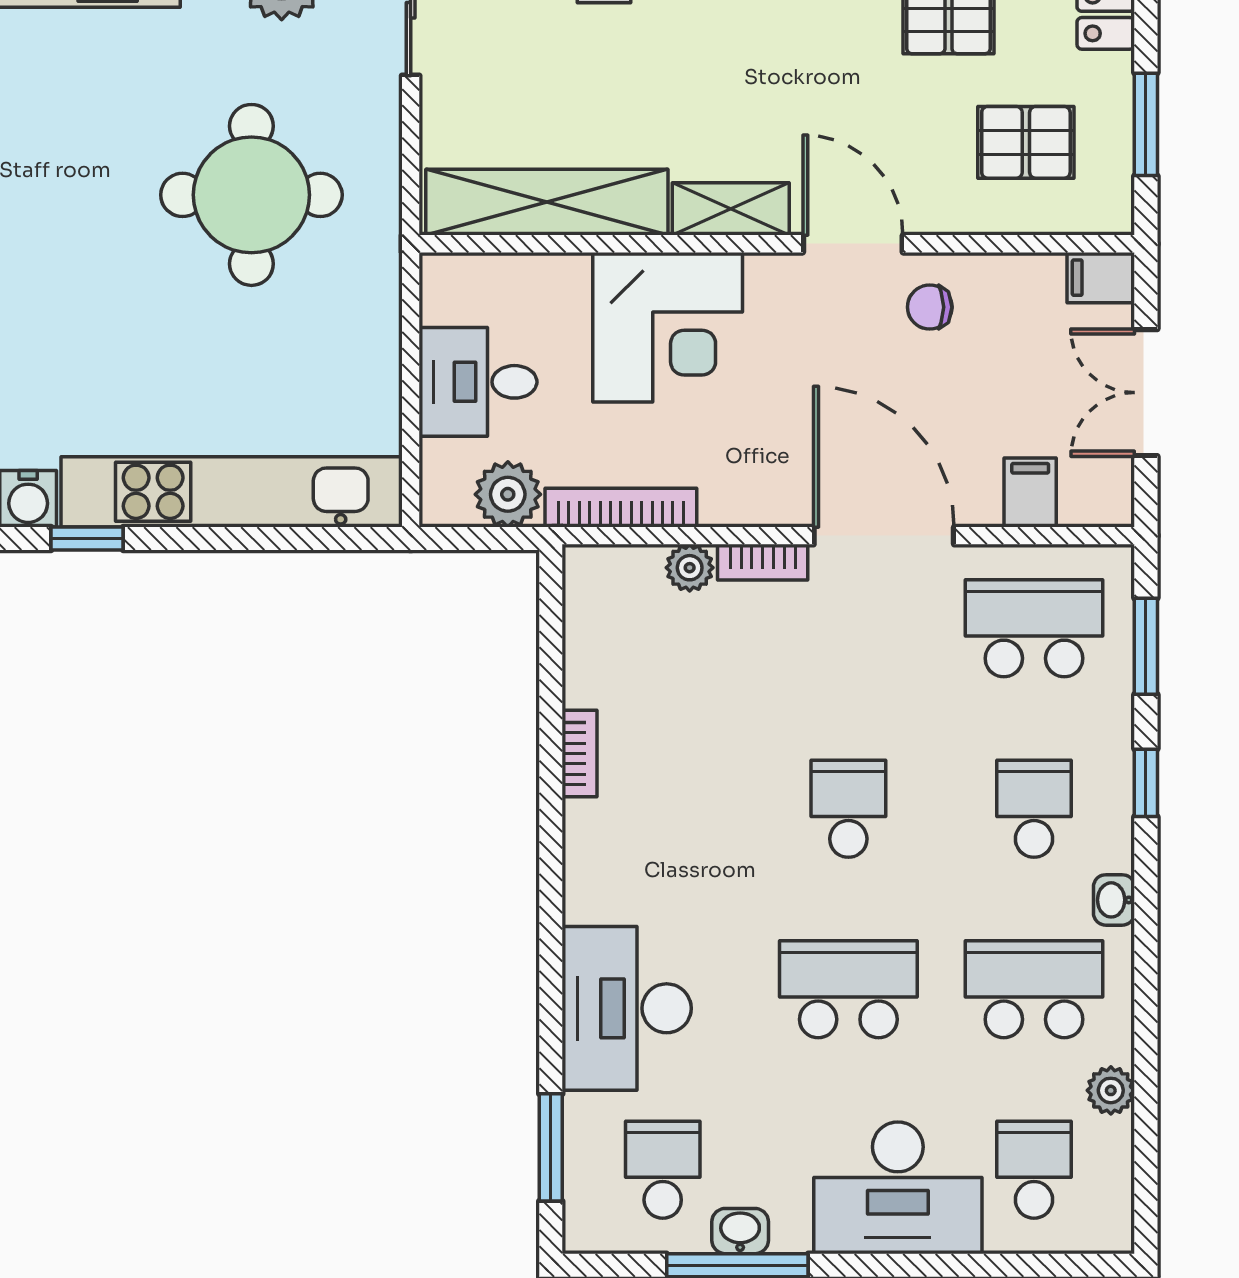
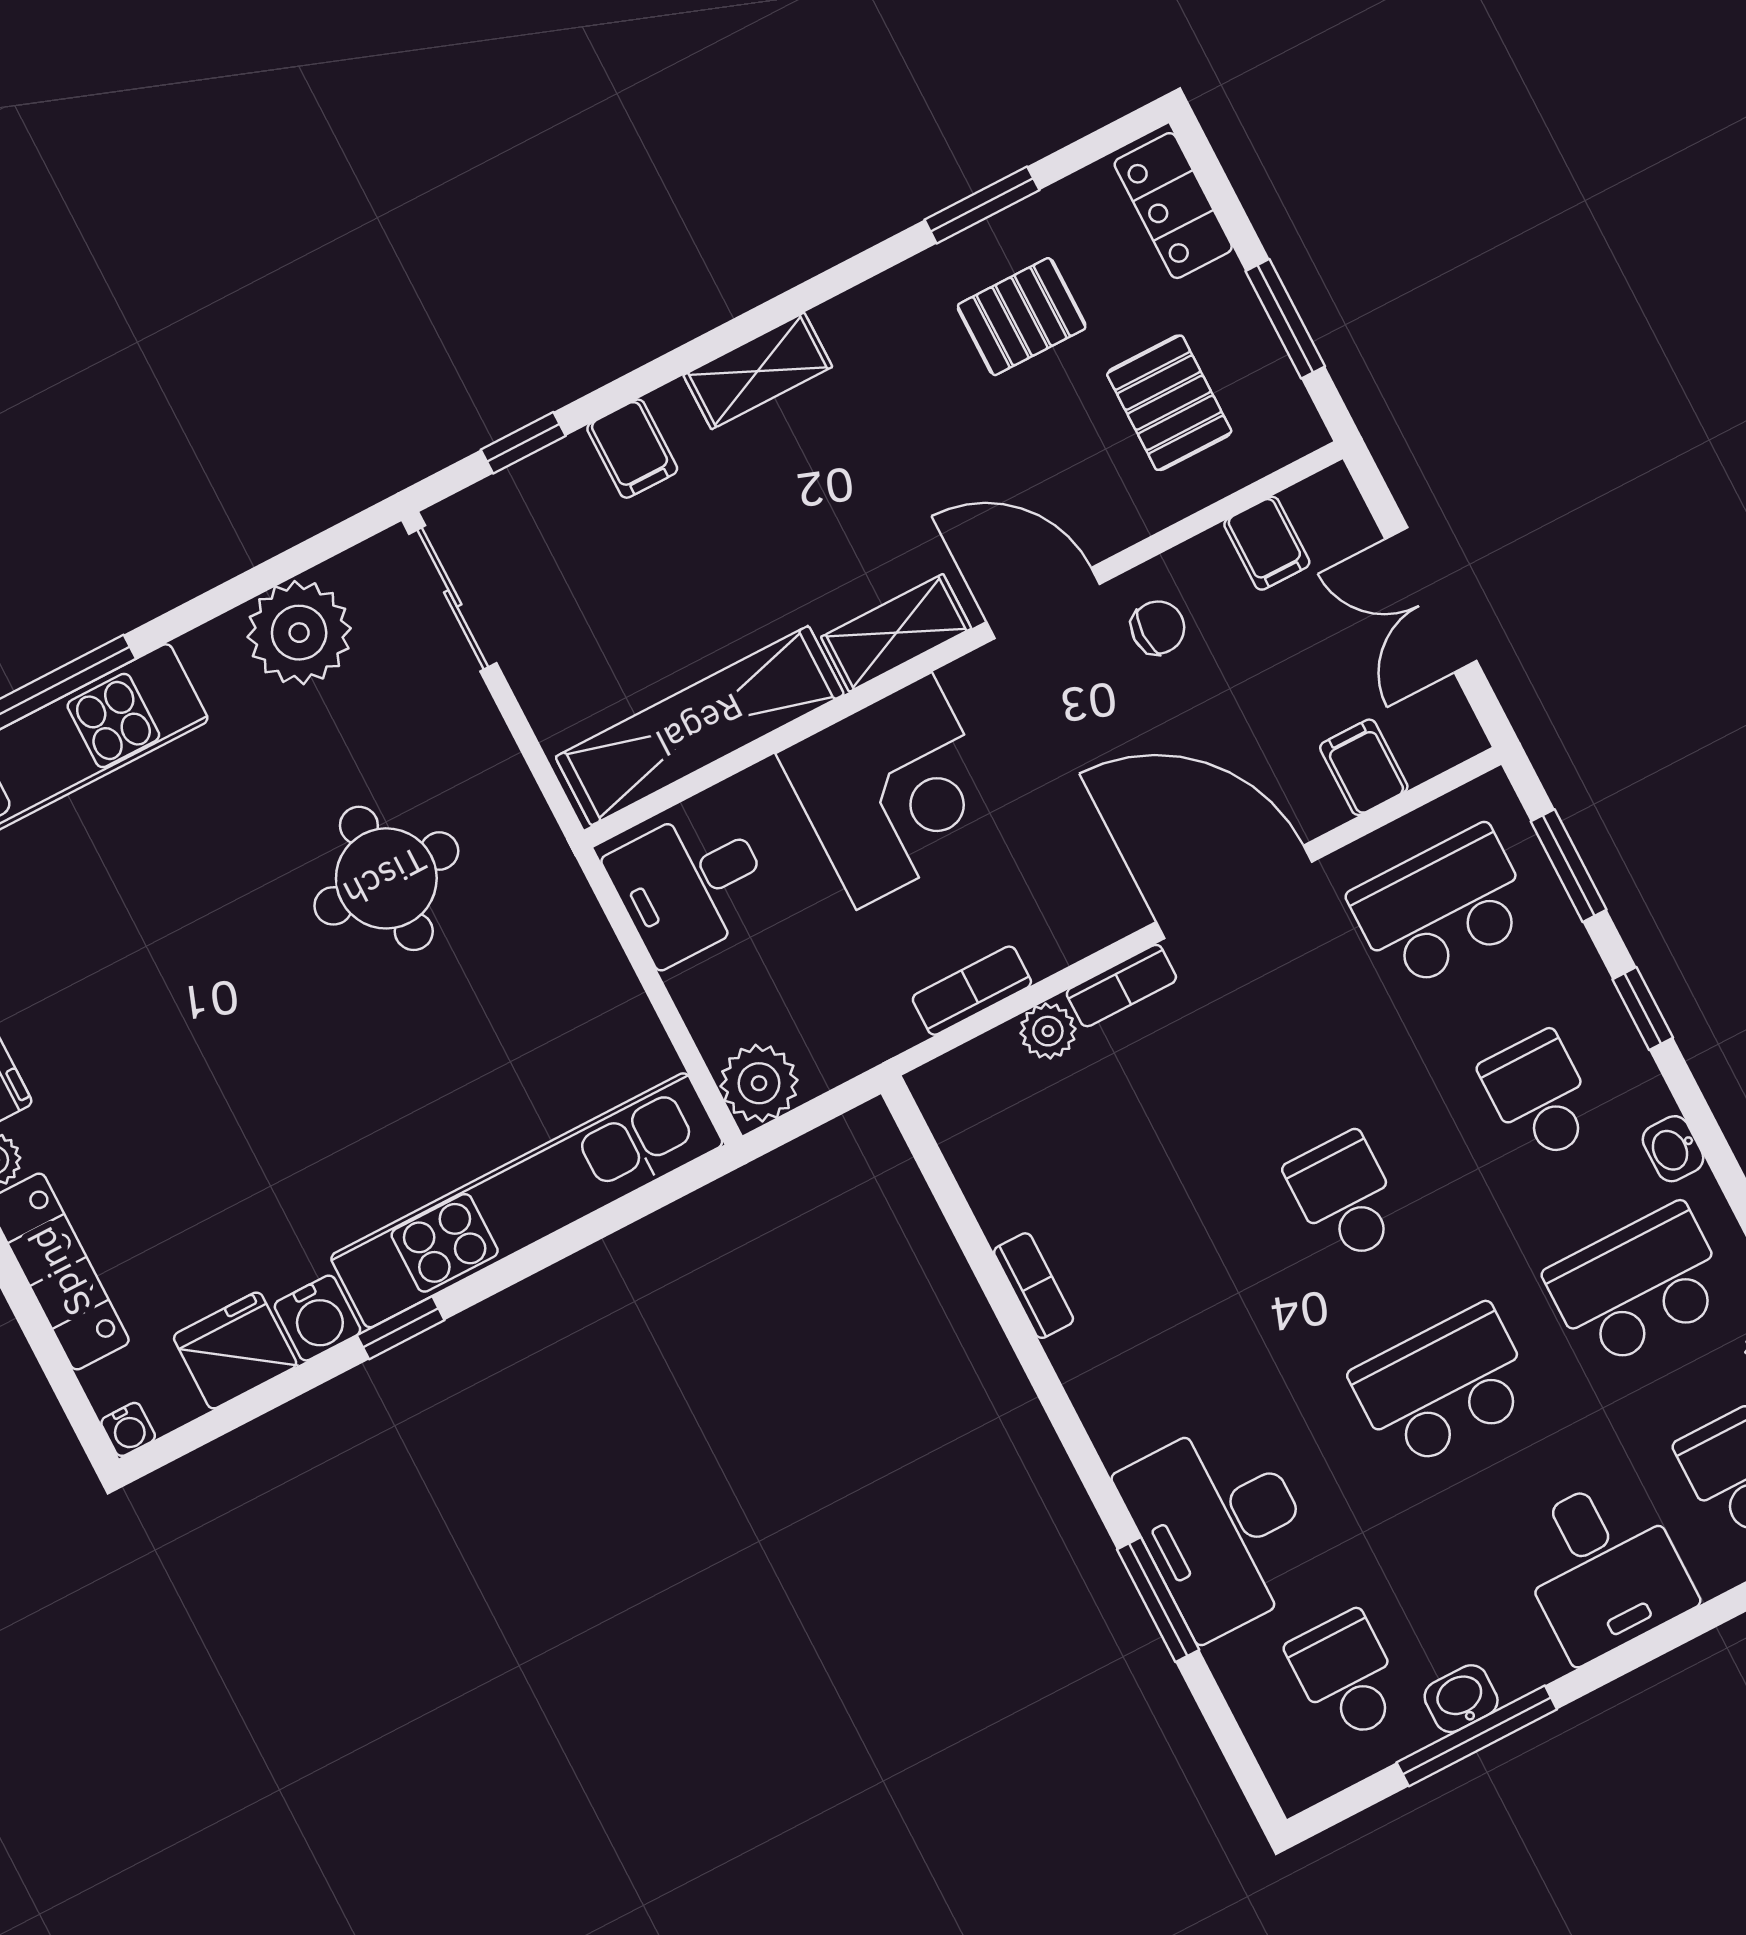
pallet: (1026, 142) -> (1169, 403), turned 90
round table: (251, 195) -> (386, 878), width x0.73, depth x0.73
filing cabinet: (1101, 278) -> (1267, 543), moved, turned -90
chair: (930, 307) -> (1158, 628), turned 180
desk: (478, 382) -> (690, 884), moved
plant: (508, 494) -> (759, 1083), moved
bookcase: (621, 508) -> (972, 991), width x0.64
window: (551, 1147) -> (1158, 1600), moved
desk: (898, 1188) -> (1603, 1568), width x0.73

